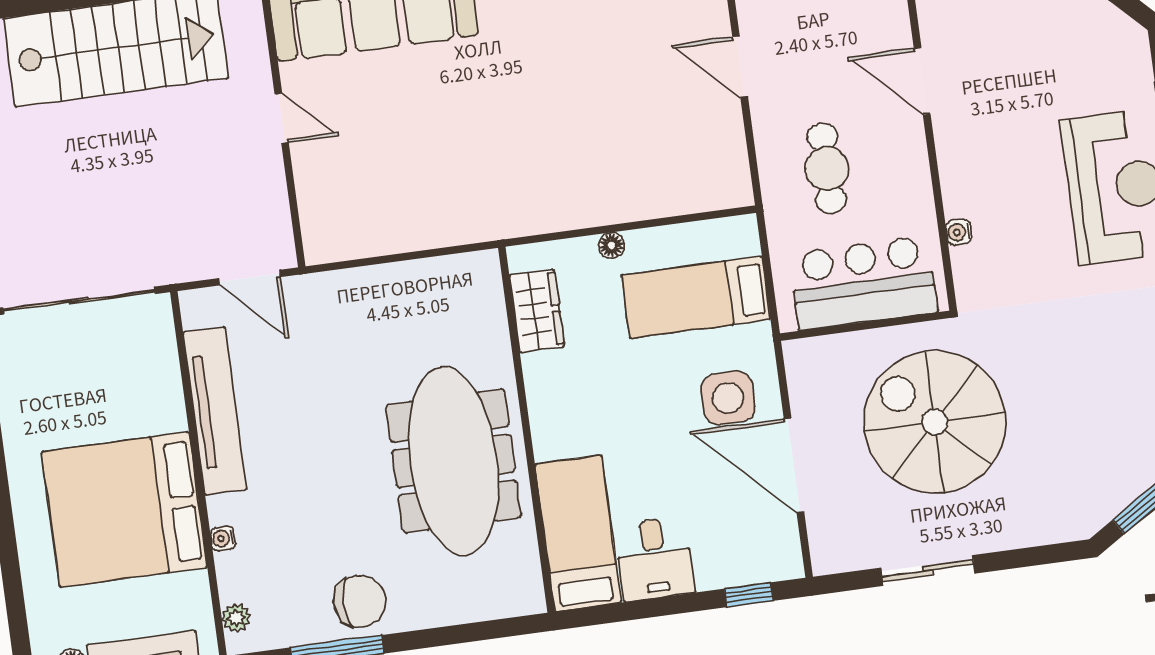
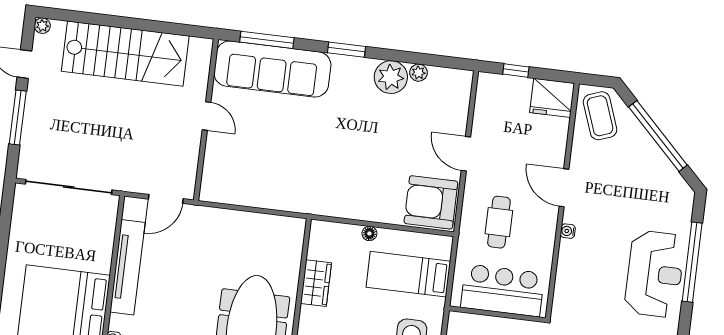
armchair: (702, 165) -> (431, 202), added
water cooler: (959, 232) -> (568, 231), moved
door: (249, 278) -> (166, 199), hinge flipped
wardrobe: (537, 311) -> (316, 283), moved

